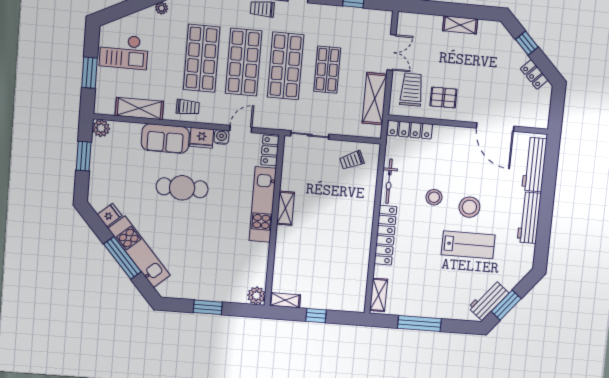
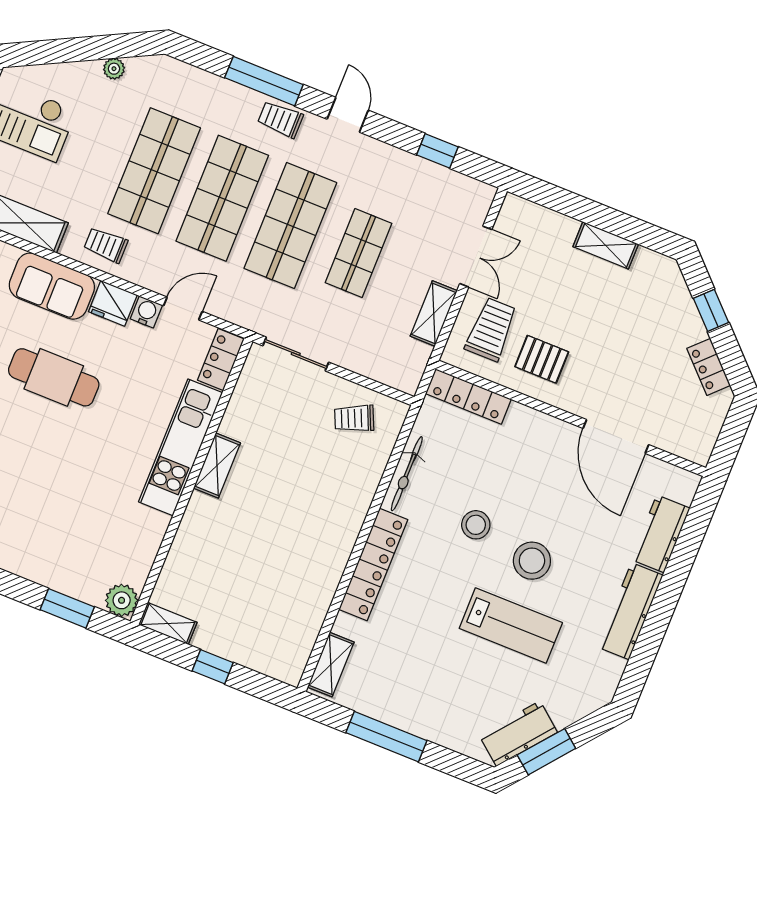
shelving: (375, 99) -> (434, 313), width x0.67, depth x0.75
trolley: (188, 107) -> (106, 245), turned 180
workbench: (534, 165) -> (660, 534), width x0.73
window: (208, 307) -> (67, 608), moved

